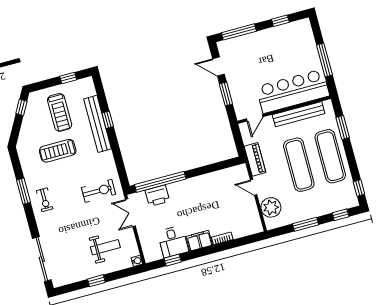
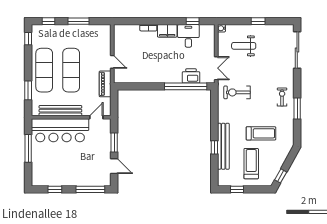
plant: (271, 207) -> (103, 42), removed

